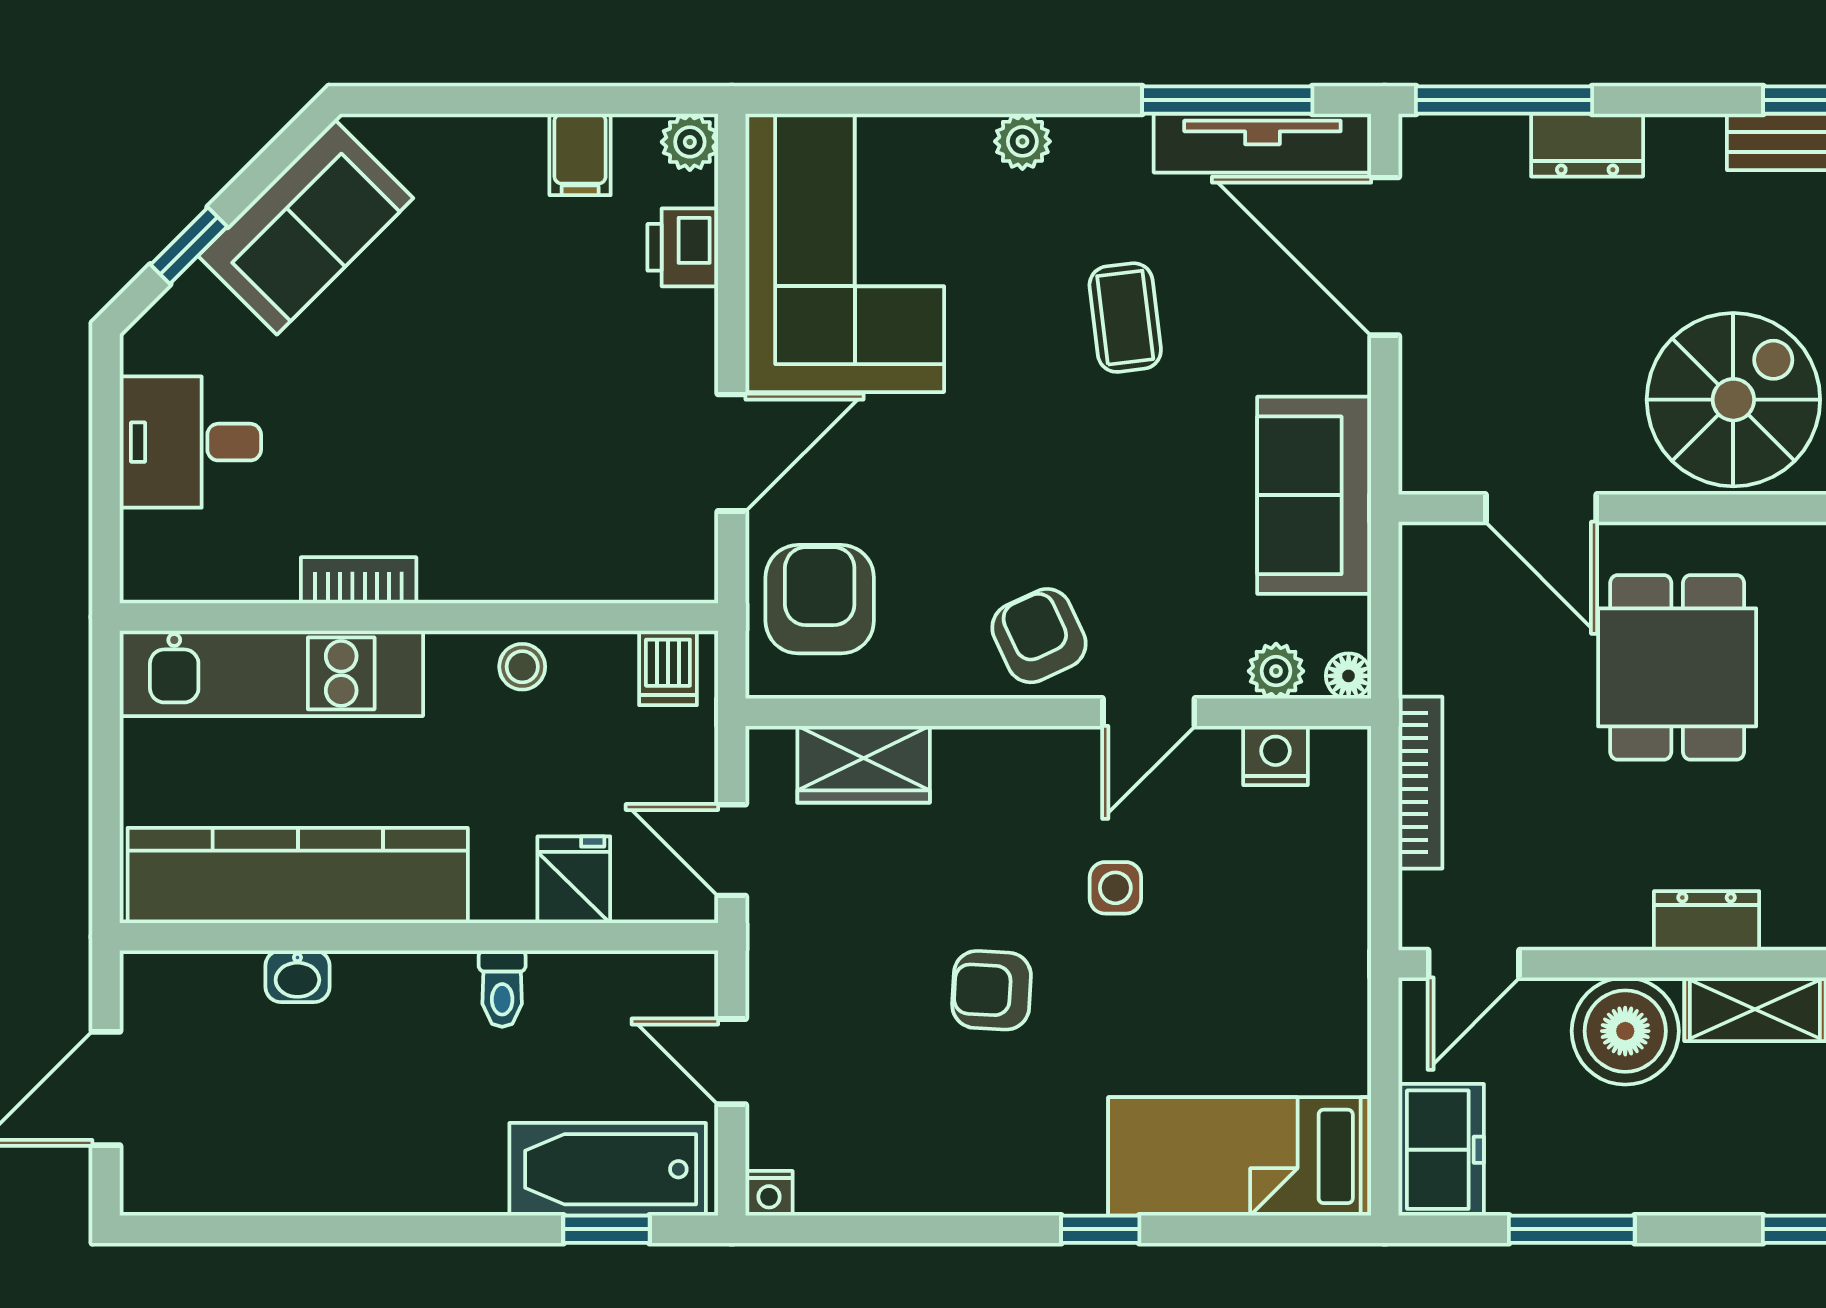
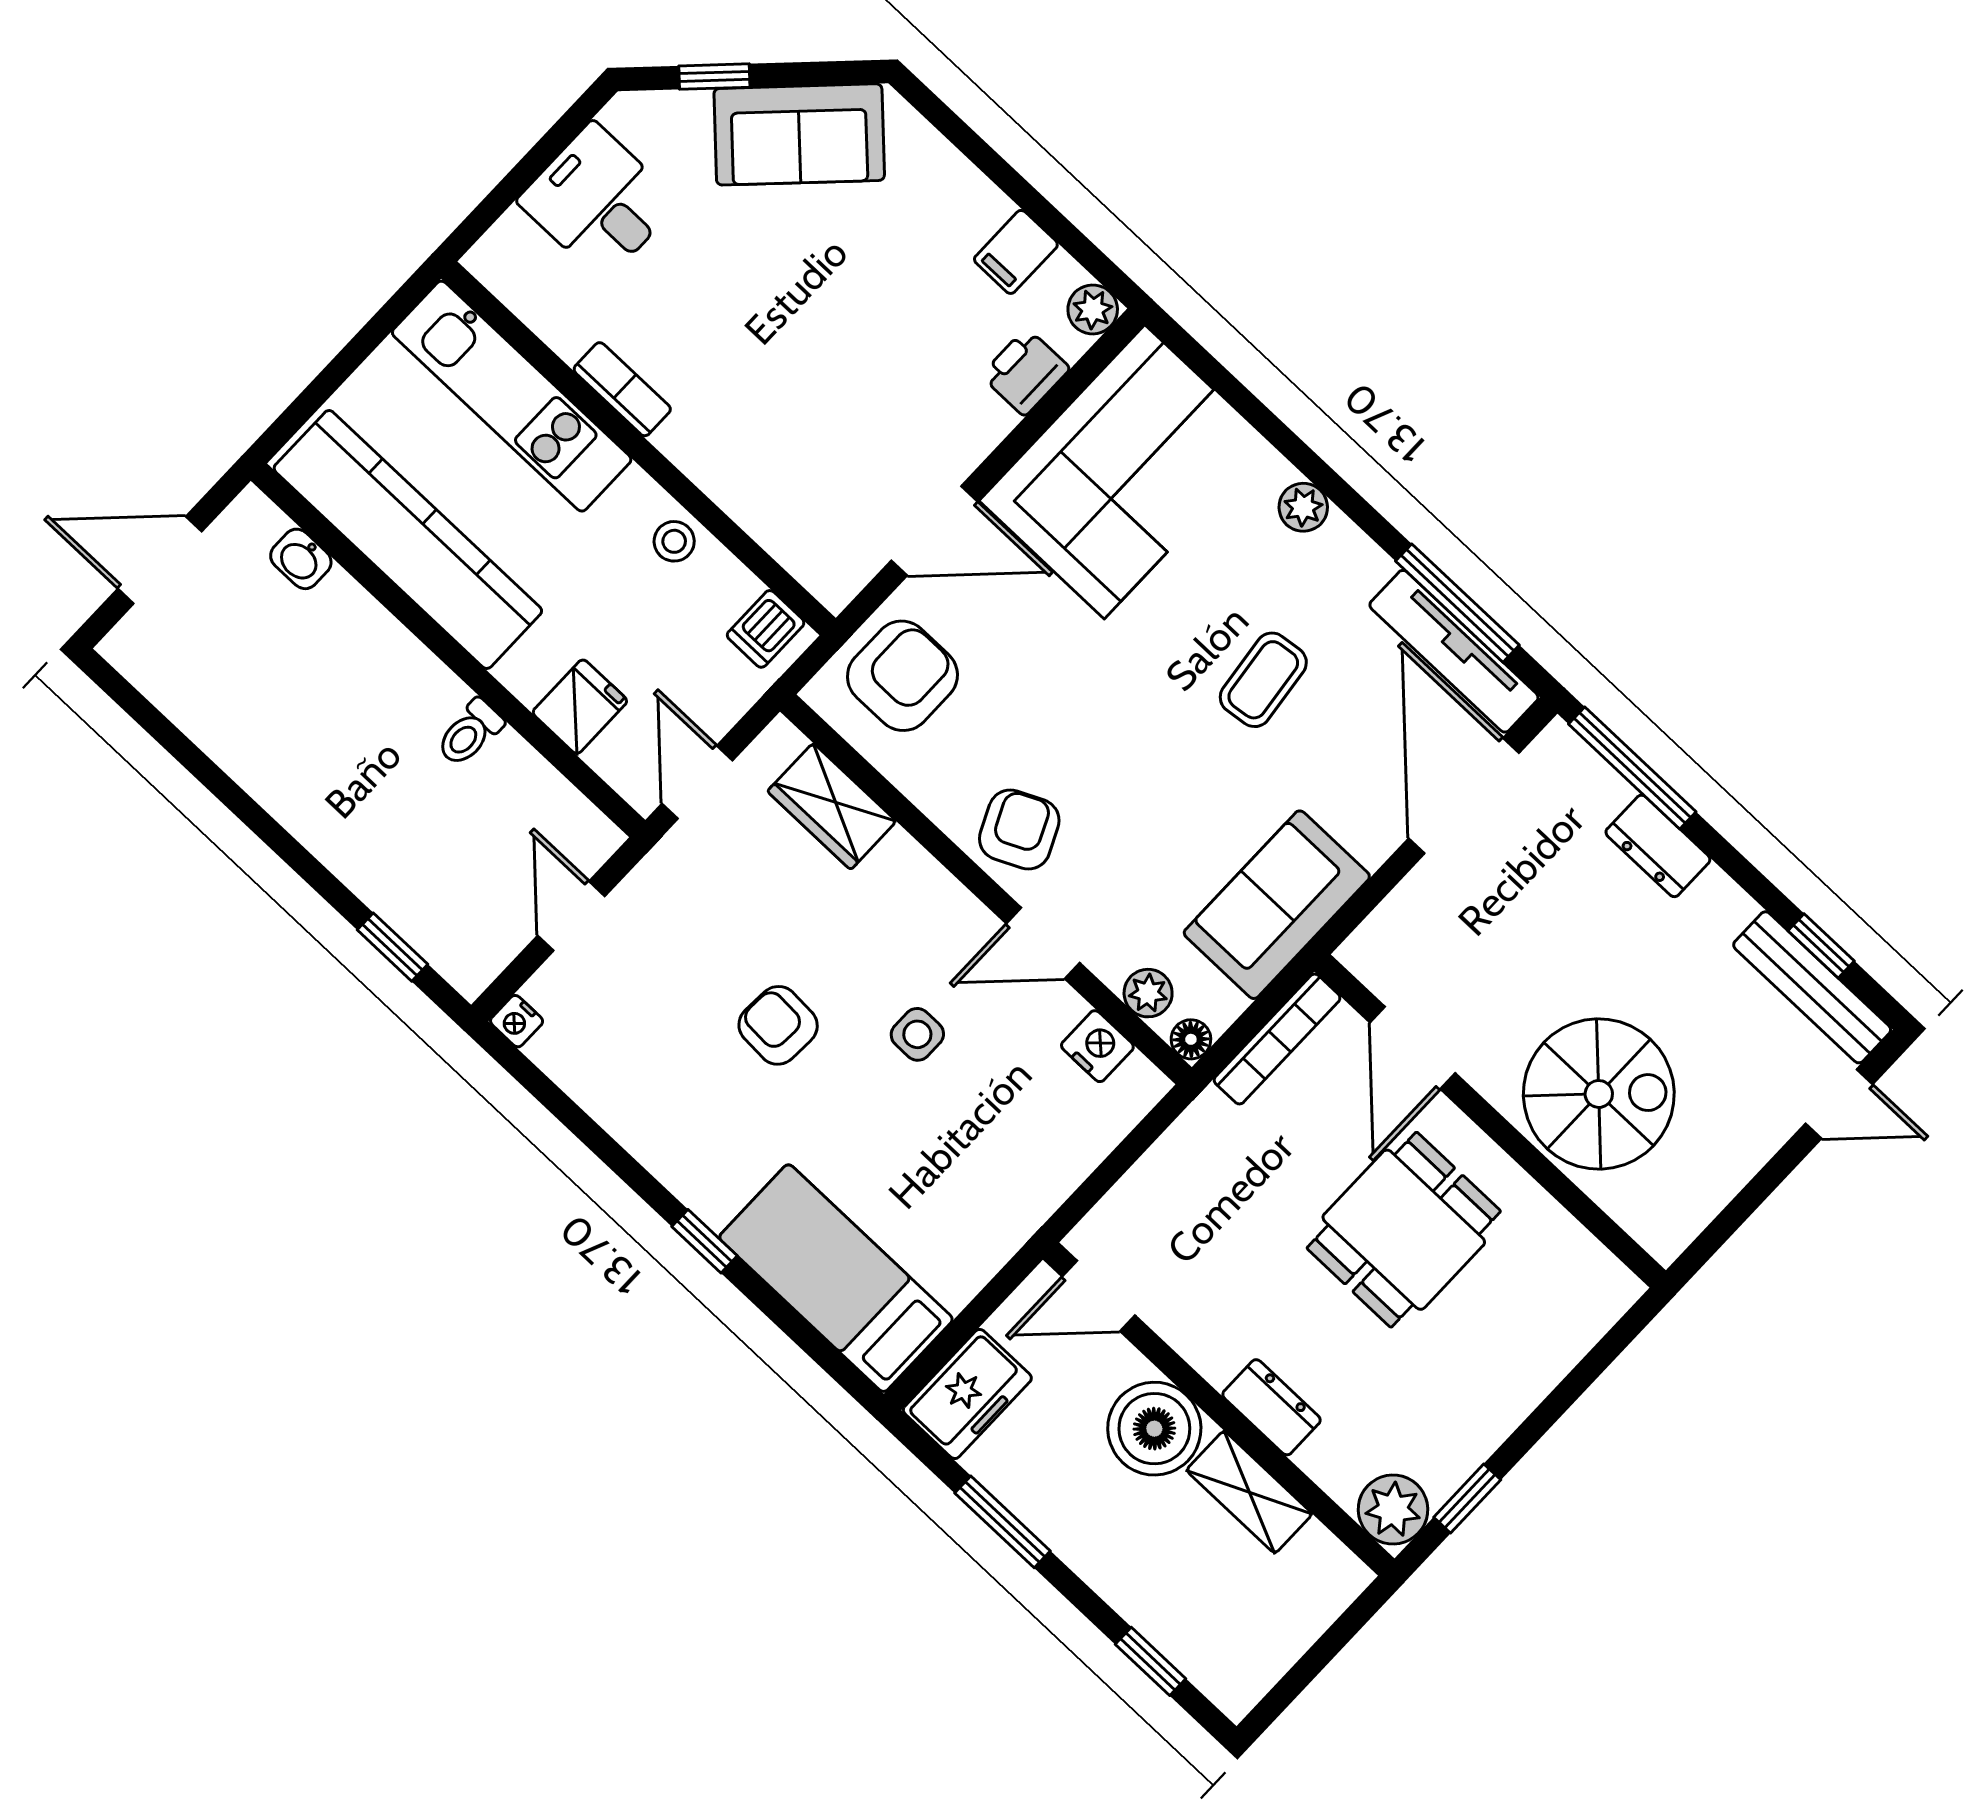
bookcase: (1420, 783) -> (1277, 1039), moved
washbasin: (297, 976) -> (301, 559), moved
bathtub: (608, 1169) -> (429, 910), removed

